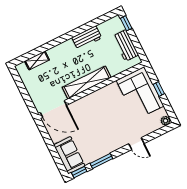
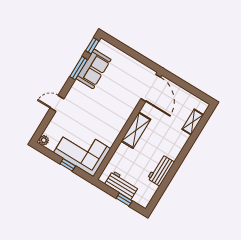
window: (126, 23) -> (124, 200), moved
shelving: (87, 82) -> (136, 130), width x0.68
door: (53, 109) -> (151, 88), swing flipped
sofa: (69, 155) -> (94, 69), moved, turned -90

